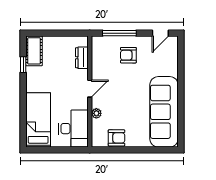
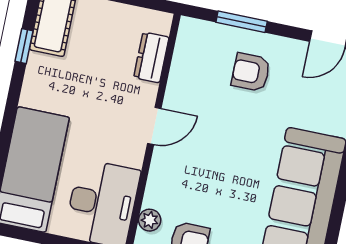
window: (119, 33) -> (242, 22), width x0.69
plant: (96, 113) -> (150, 220), moved

